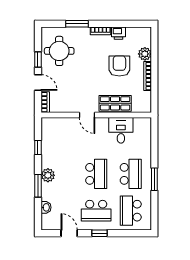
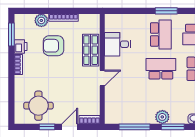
window: (77, 24) -> (11, 34), moved
window: (38, 147) -> (135, 127), width x2.17
school desk: (131, 174) -> (161, 34), turned 90

